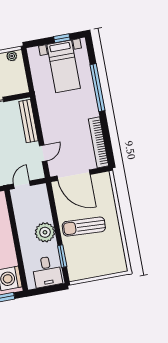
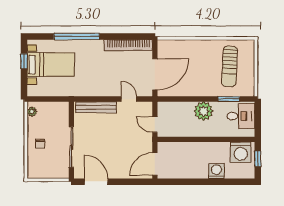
sun lounger: (84, 227) -> (230, 66), moved

